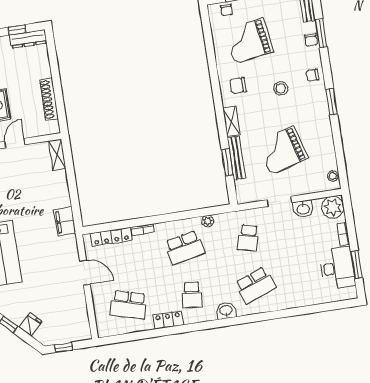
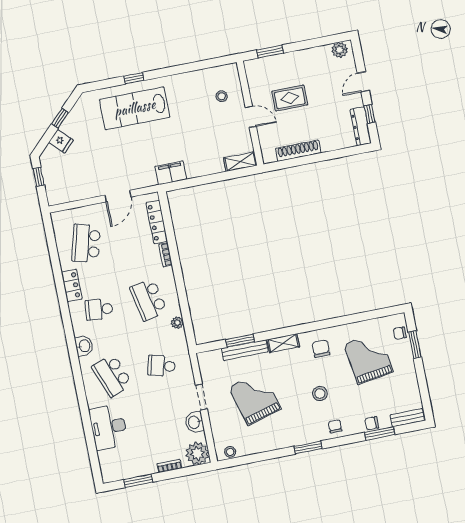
desk: (337, 268) -> (109, 427), moved, turned 90

